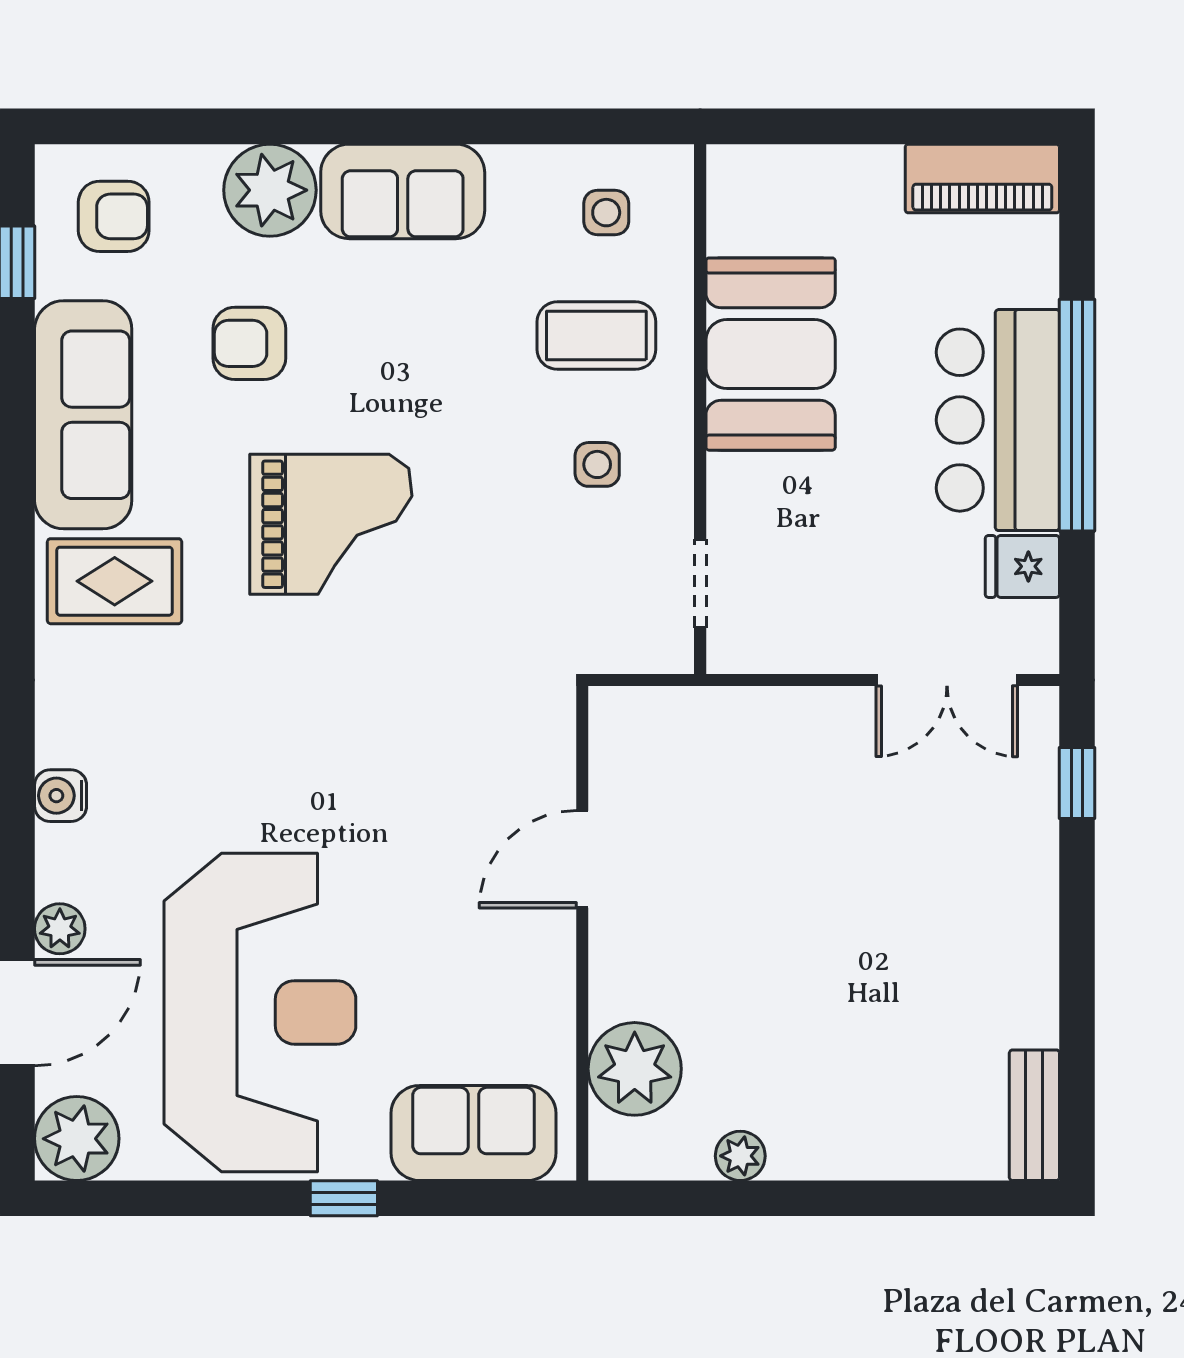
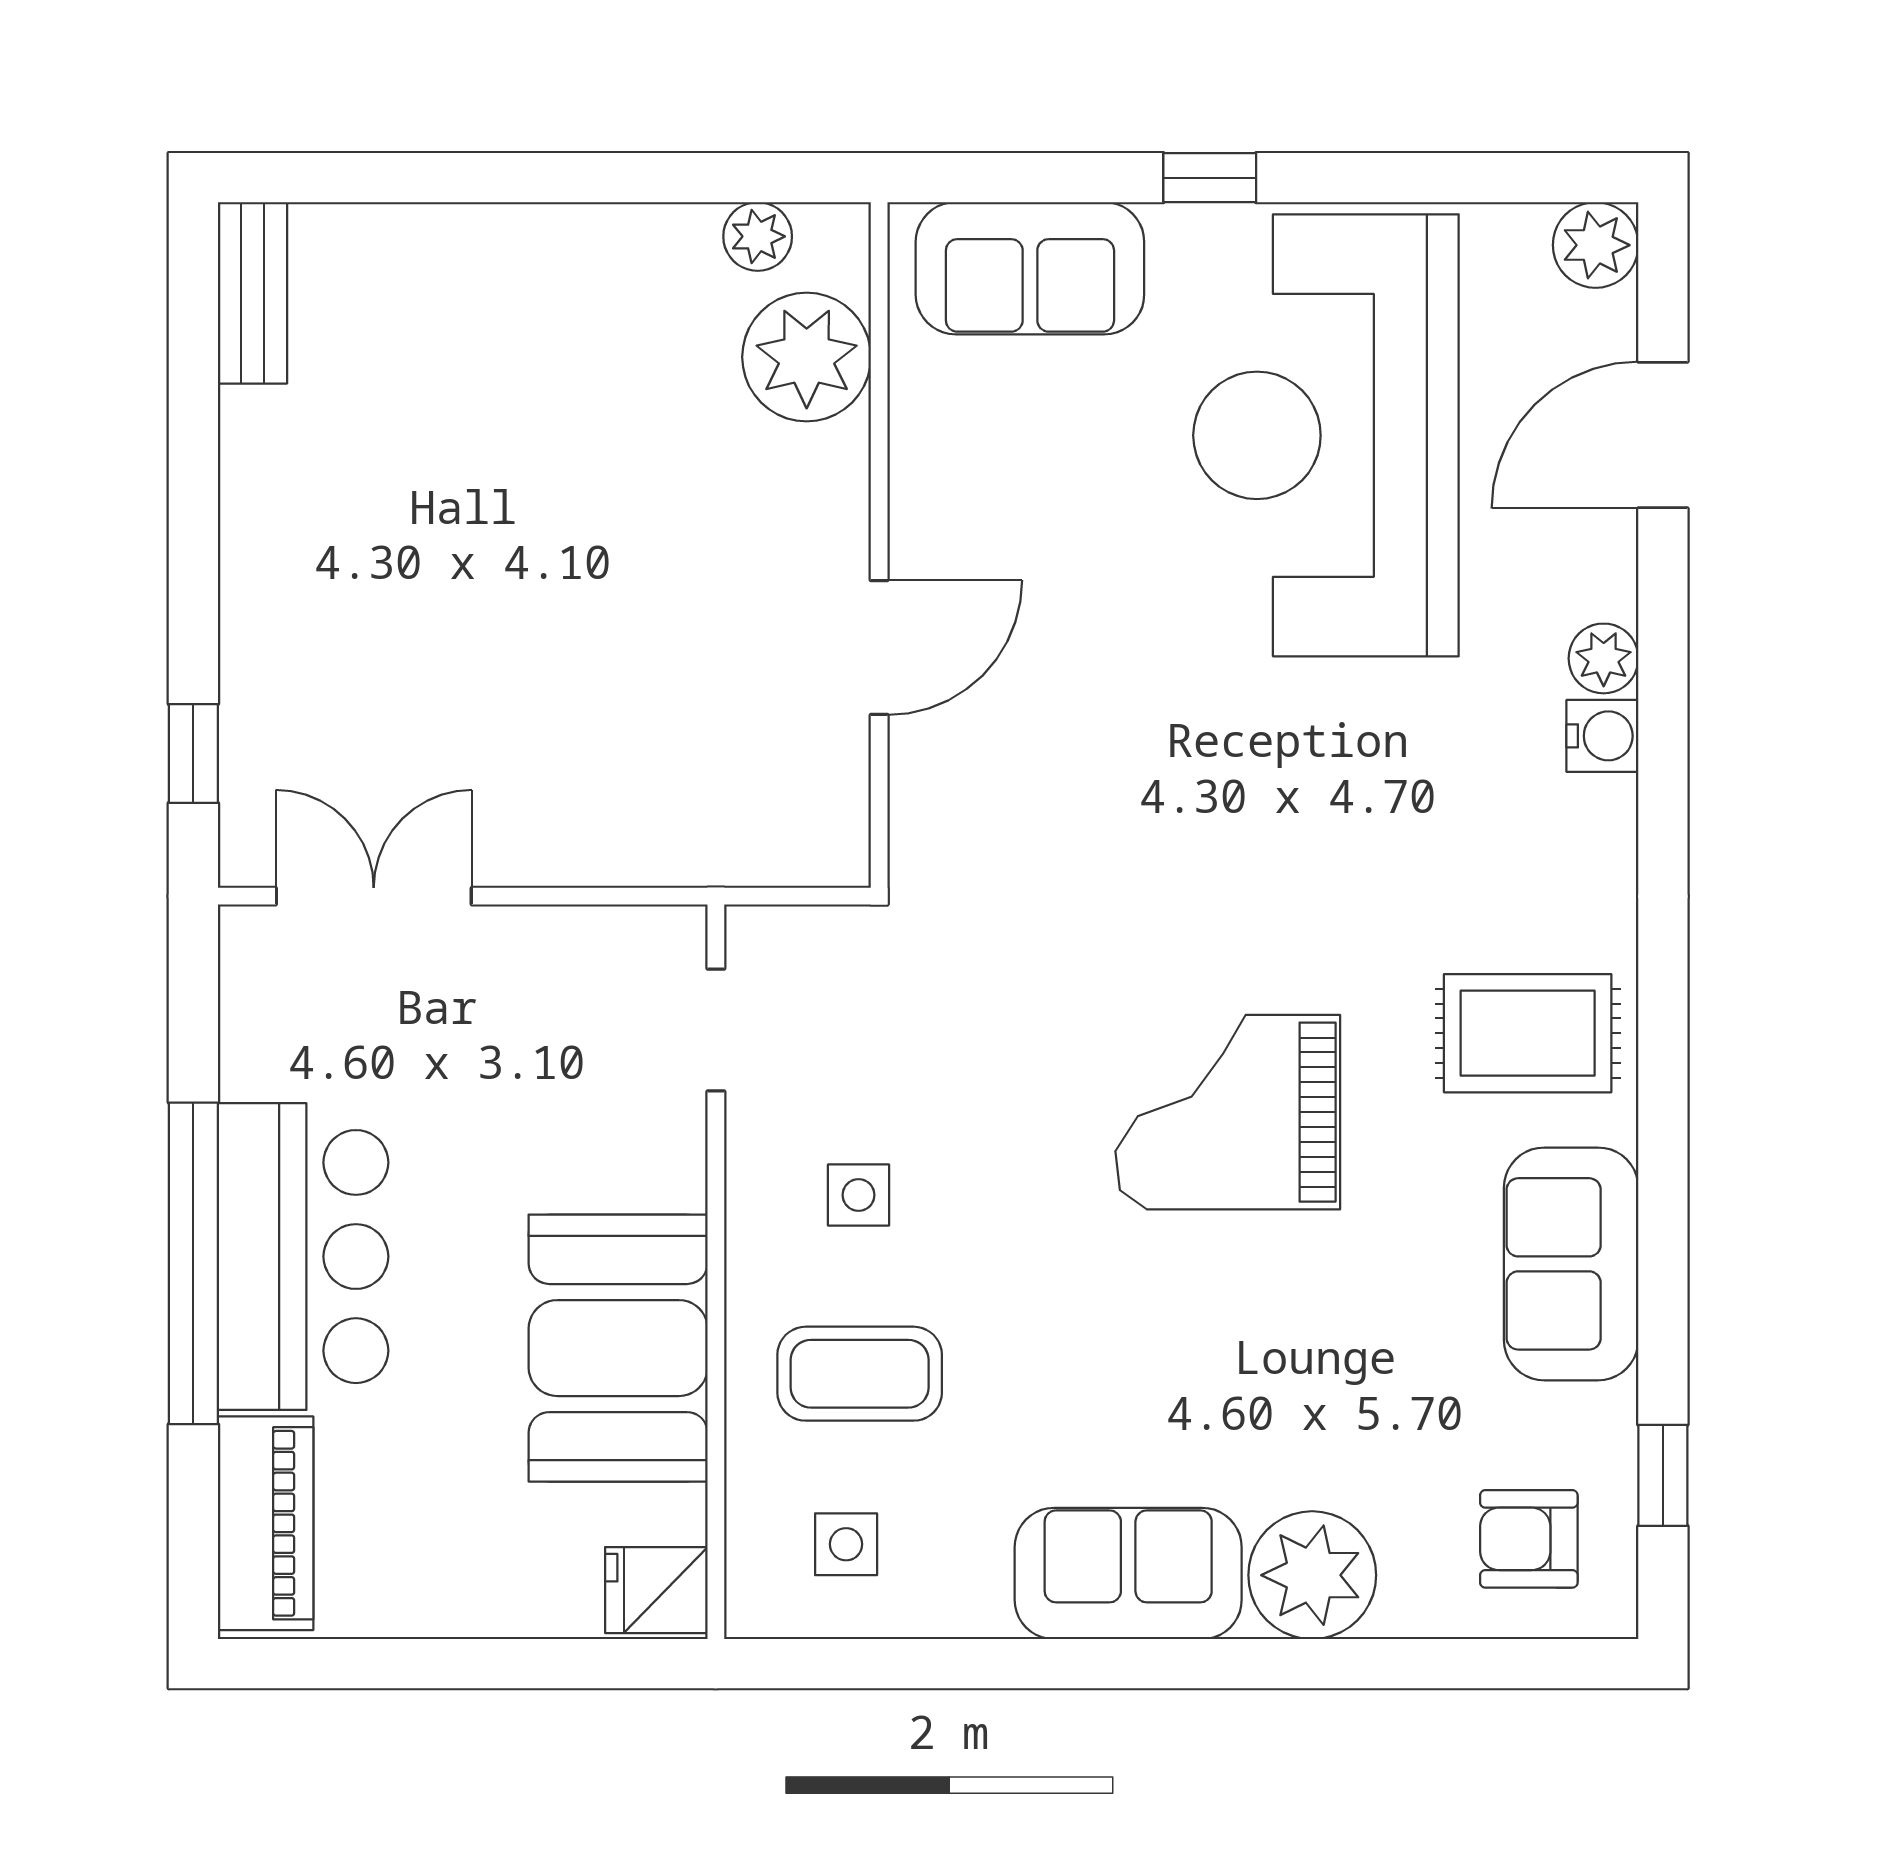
piano: (982, 179) -> (266, 1523), moved, turned 90
armchair: (249, 343) -> (1341, 1363), removed
sofa: (83, 415) -> (1571, 1264), width x0.73
fridge: (1022, 566) -> (656, 1590), moved, turned 180
plant: (60, 929) -> (1604, 658), moved
plant: (77, 1139) -> (1596, 245), width x0.73, depth x0.73
plant: (740, 1156) -> (758, 236), moved

